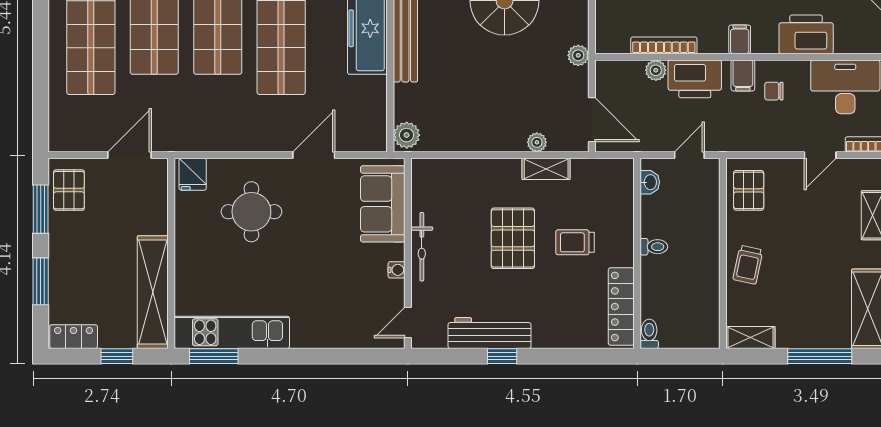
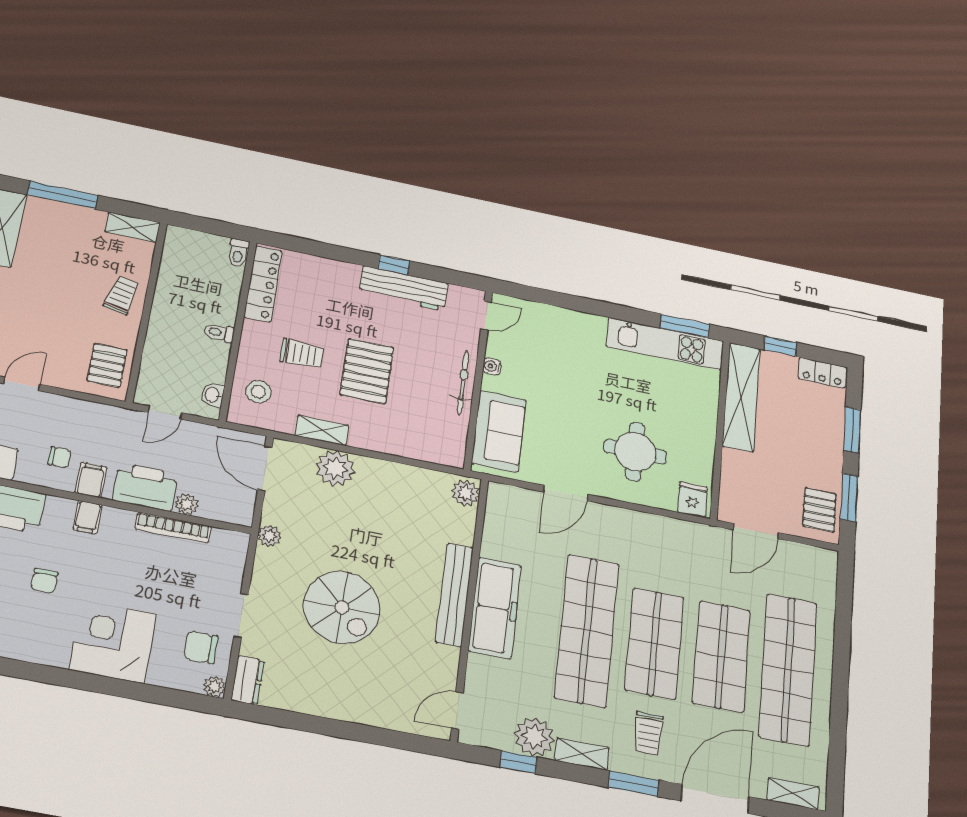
plant: (537, 142) -> (335, 468), width x1.88, depth x1.88
stool: (609, 195) -> (258, 392), added

